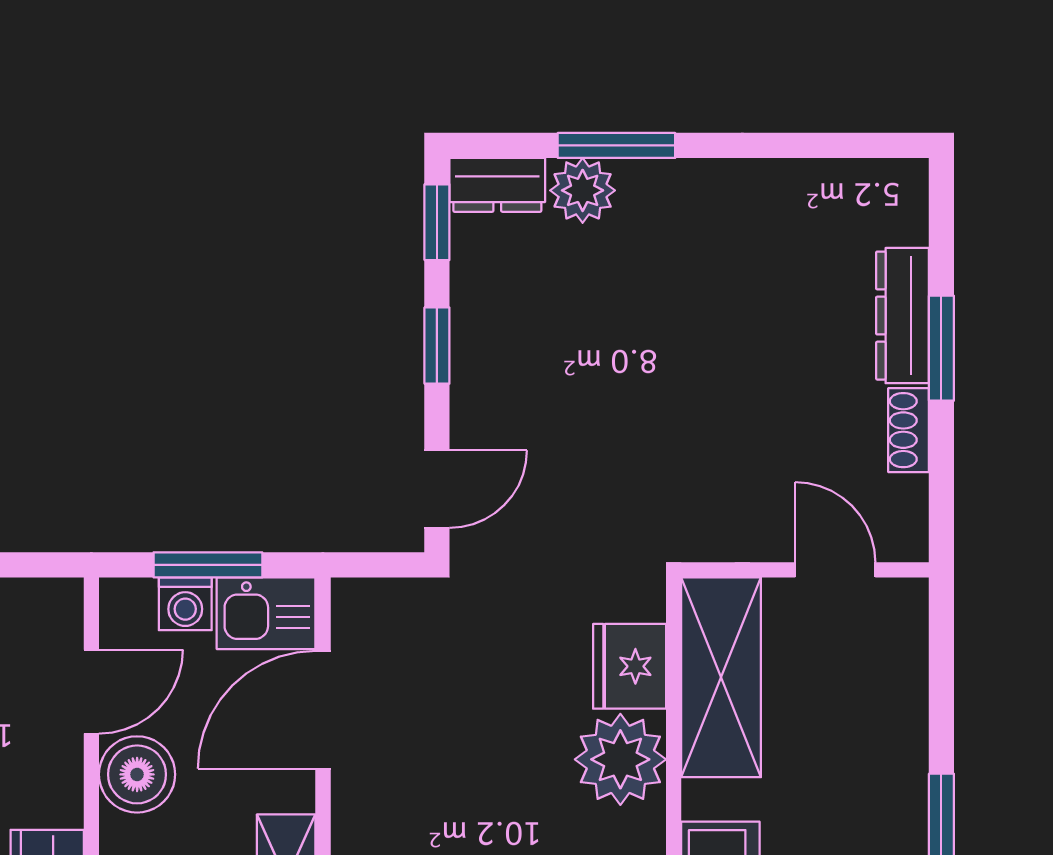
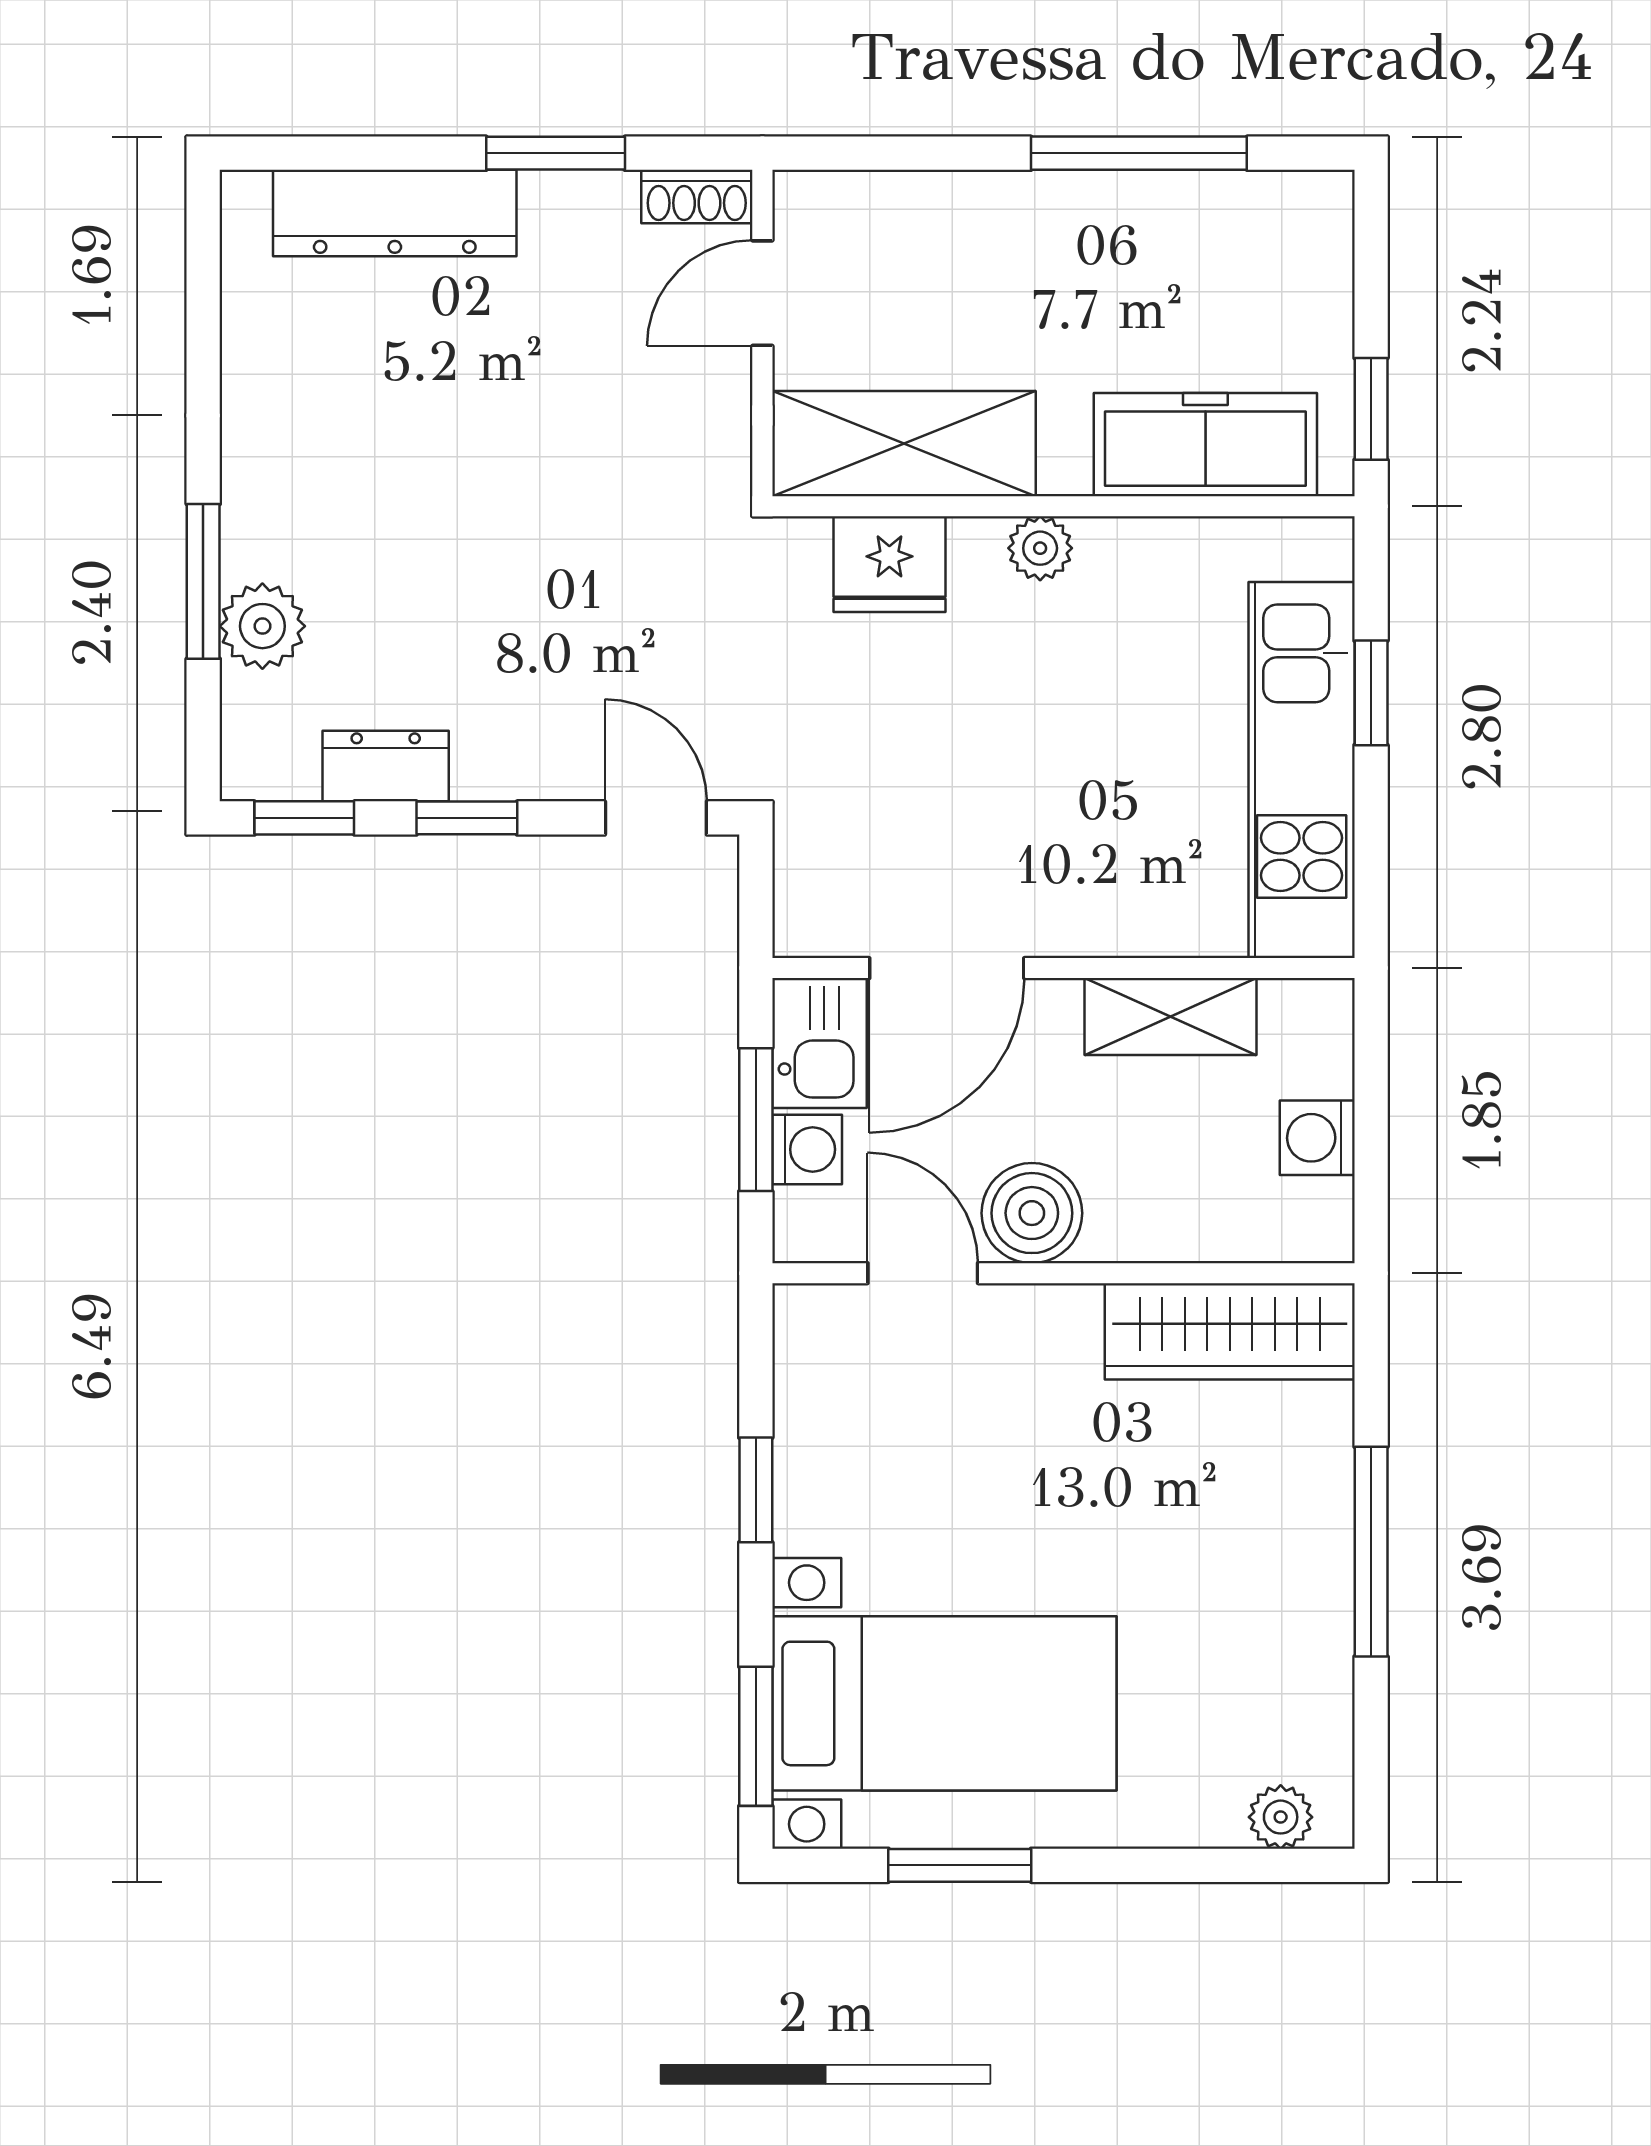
dresser: (497, 185) -> (386, 766), moved, turned -90
dresser: (902, 316) -> (395, 213), width x1.37, depth x1.24
window: (941, 348) -> (556, 153), moved
shoe rack: (909, 430) -> (697, 197), moved
door: (323, 710) -> (947, 968), hinge flipped
plant: (620, 759) -> (1040, 548), width x0.53, depth x0.53

